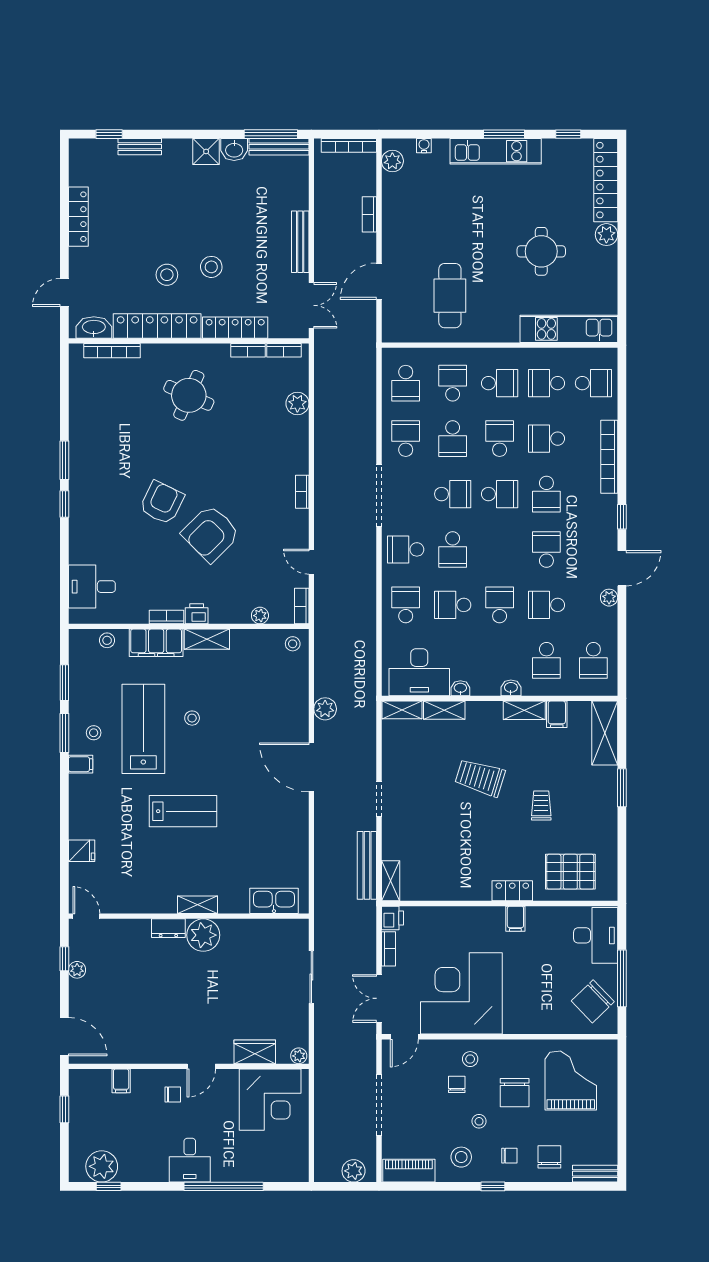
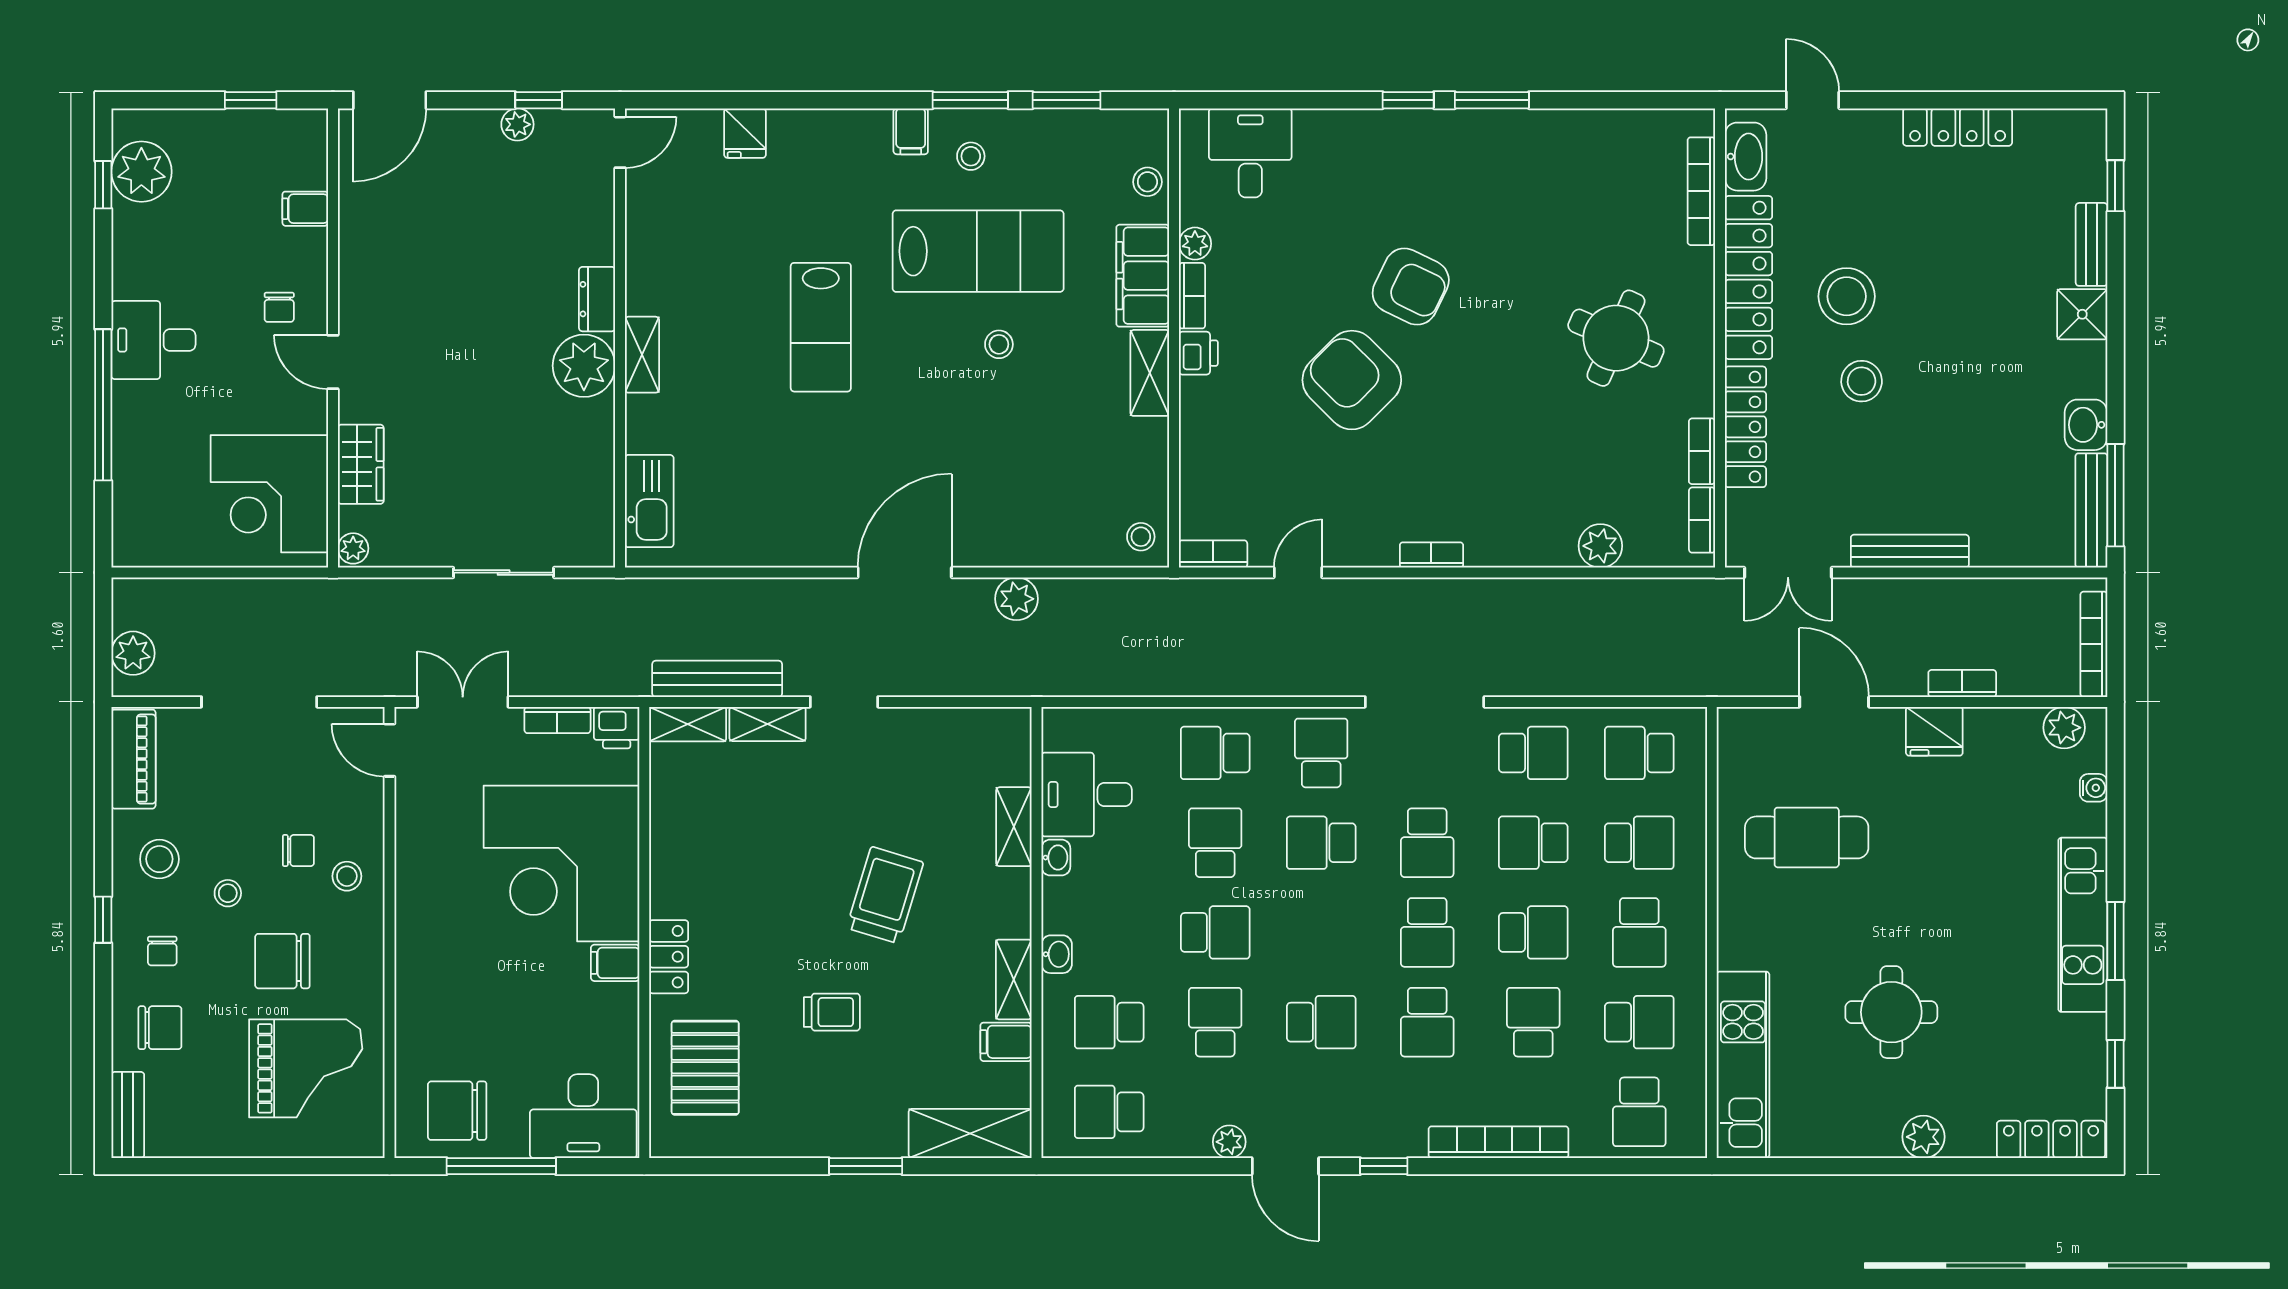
shower: (206, 151) -> (2082, 314), moved
locker: (606, 180) -> (2051, 1139), width x0.71, depth x0.83
fridge: (394, 229) -> (1934, 731), added
stool: (167, 275) -> (1847, 296), width x1.38, depth x1.38
school desk: (546, 383) -> (1639, 1022), turned 90
school desk: (546, 494) -> (1427, 1022), turned -90
school desk: (406, 605) -> (1215, 753), turned 180
plant: (260, 616) -> (1195, 244), moved
desk: (419, 672) -> (1087, 794), width x0.73
shelving: (402, 710) -> (768, 724), moved, turned 90
corner desk: (461, 993) -> (562, 864), moved, turned 180
chair: (593, 1001) -> (457, 1111), turned -46

